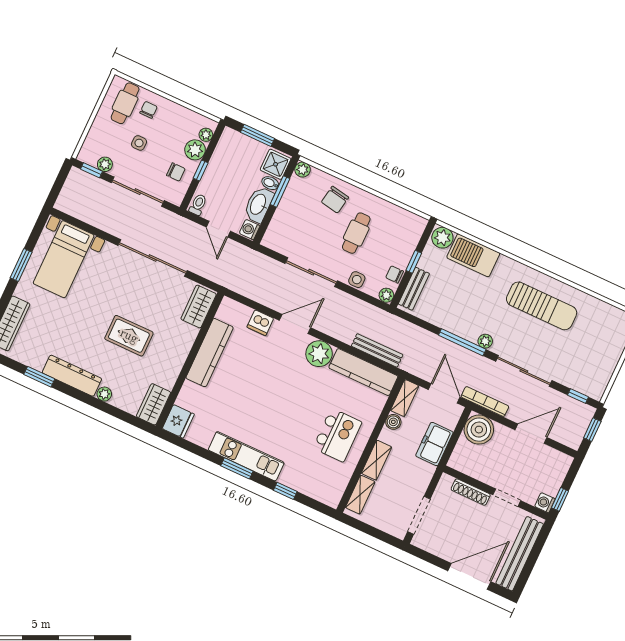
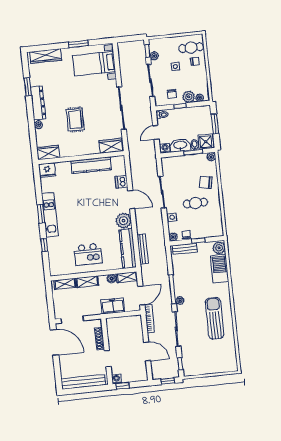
sun lounger: (542, 306) -> (215, 318), turned 180
boiler: (479, 430) -> (133, 324), removed
door: (469, 576) -> (54, 342), moved

